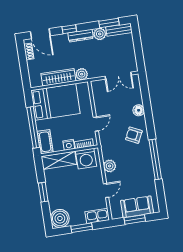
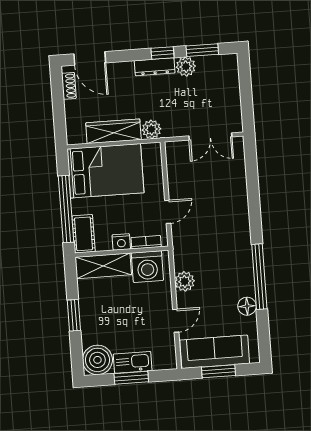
window: (69, 29) -> (162, 53), moved
bench: (119, 30) -> (218, 62), removed
floor lamp: (139, 110) -> (247, 306), moved
armchair: (134, 135) -> (228, 235), removed
sofa: (137, 207) -> (215, 352), width x1.36
kitchen sink: (97, 216) -> (133, 362), moved

